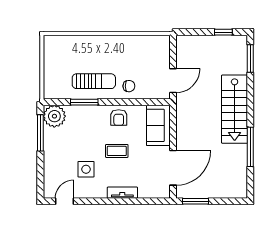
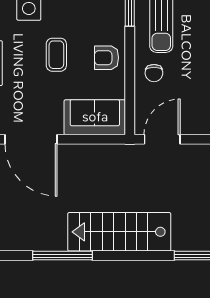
door: (173, 81) -> (162, 139), swing flipped

